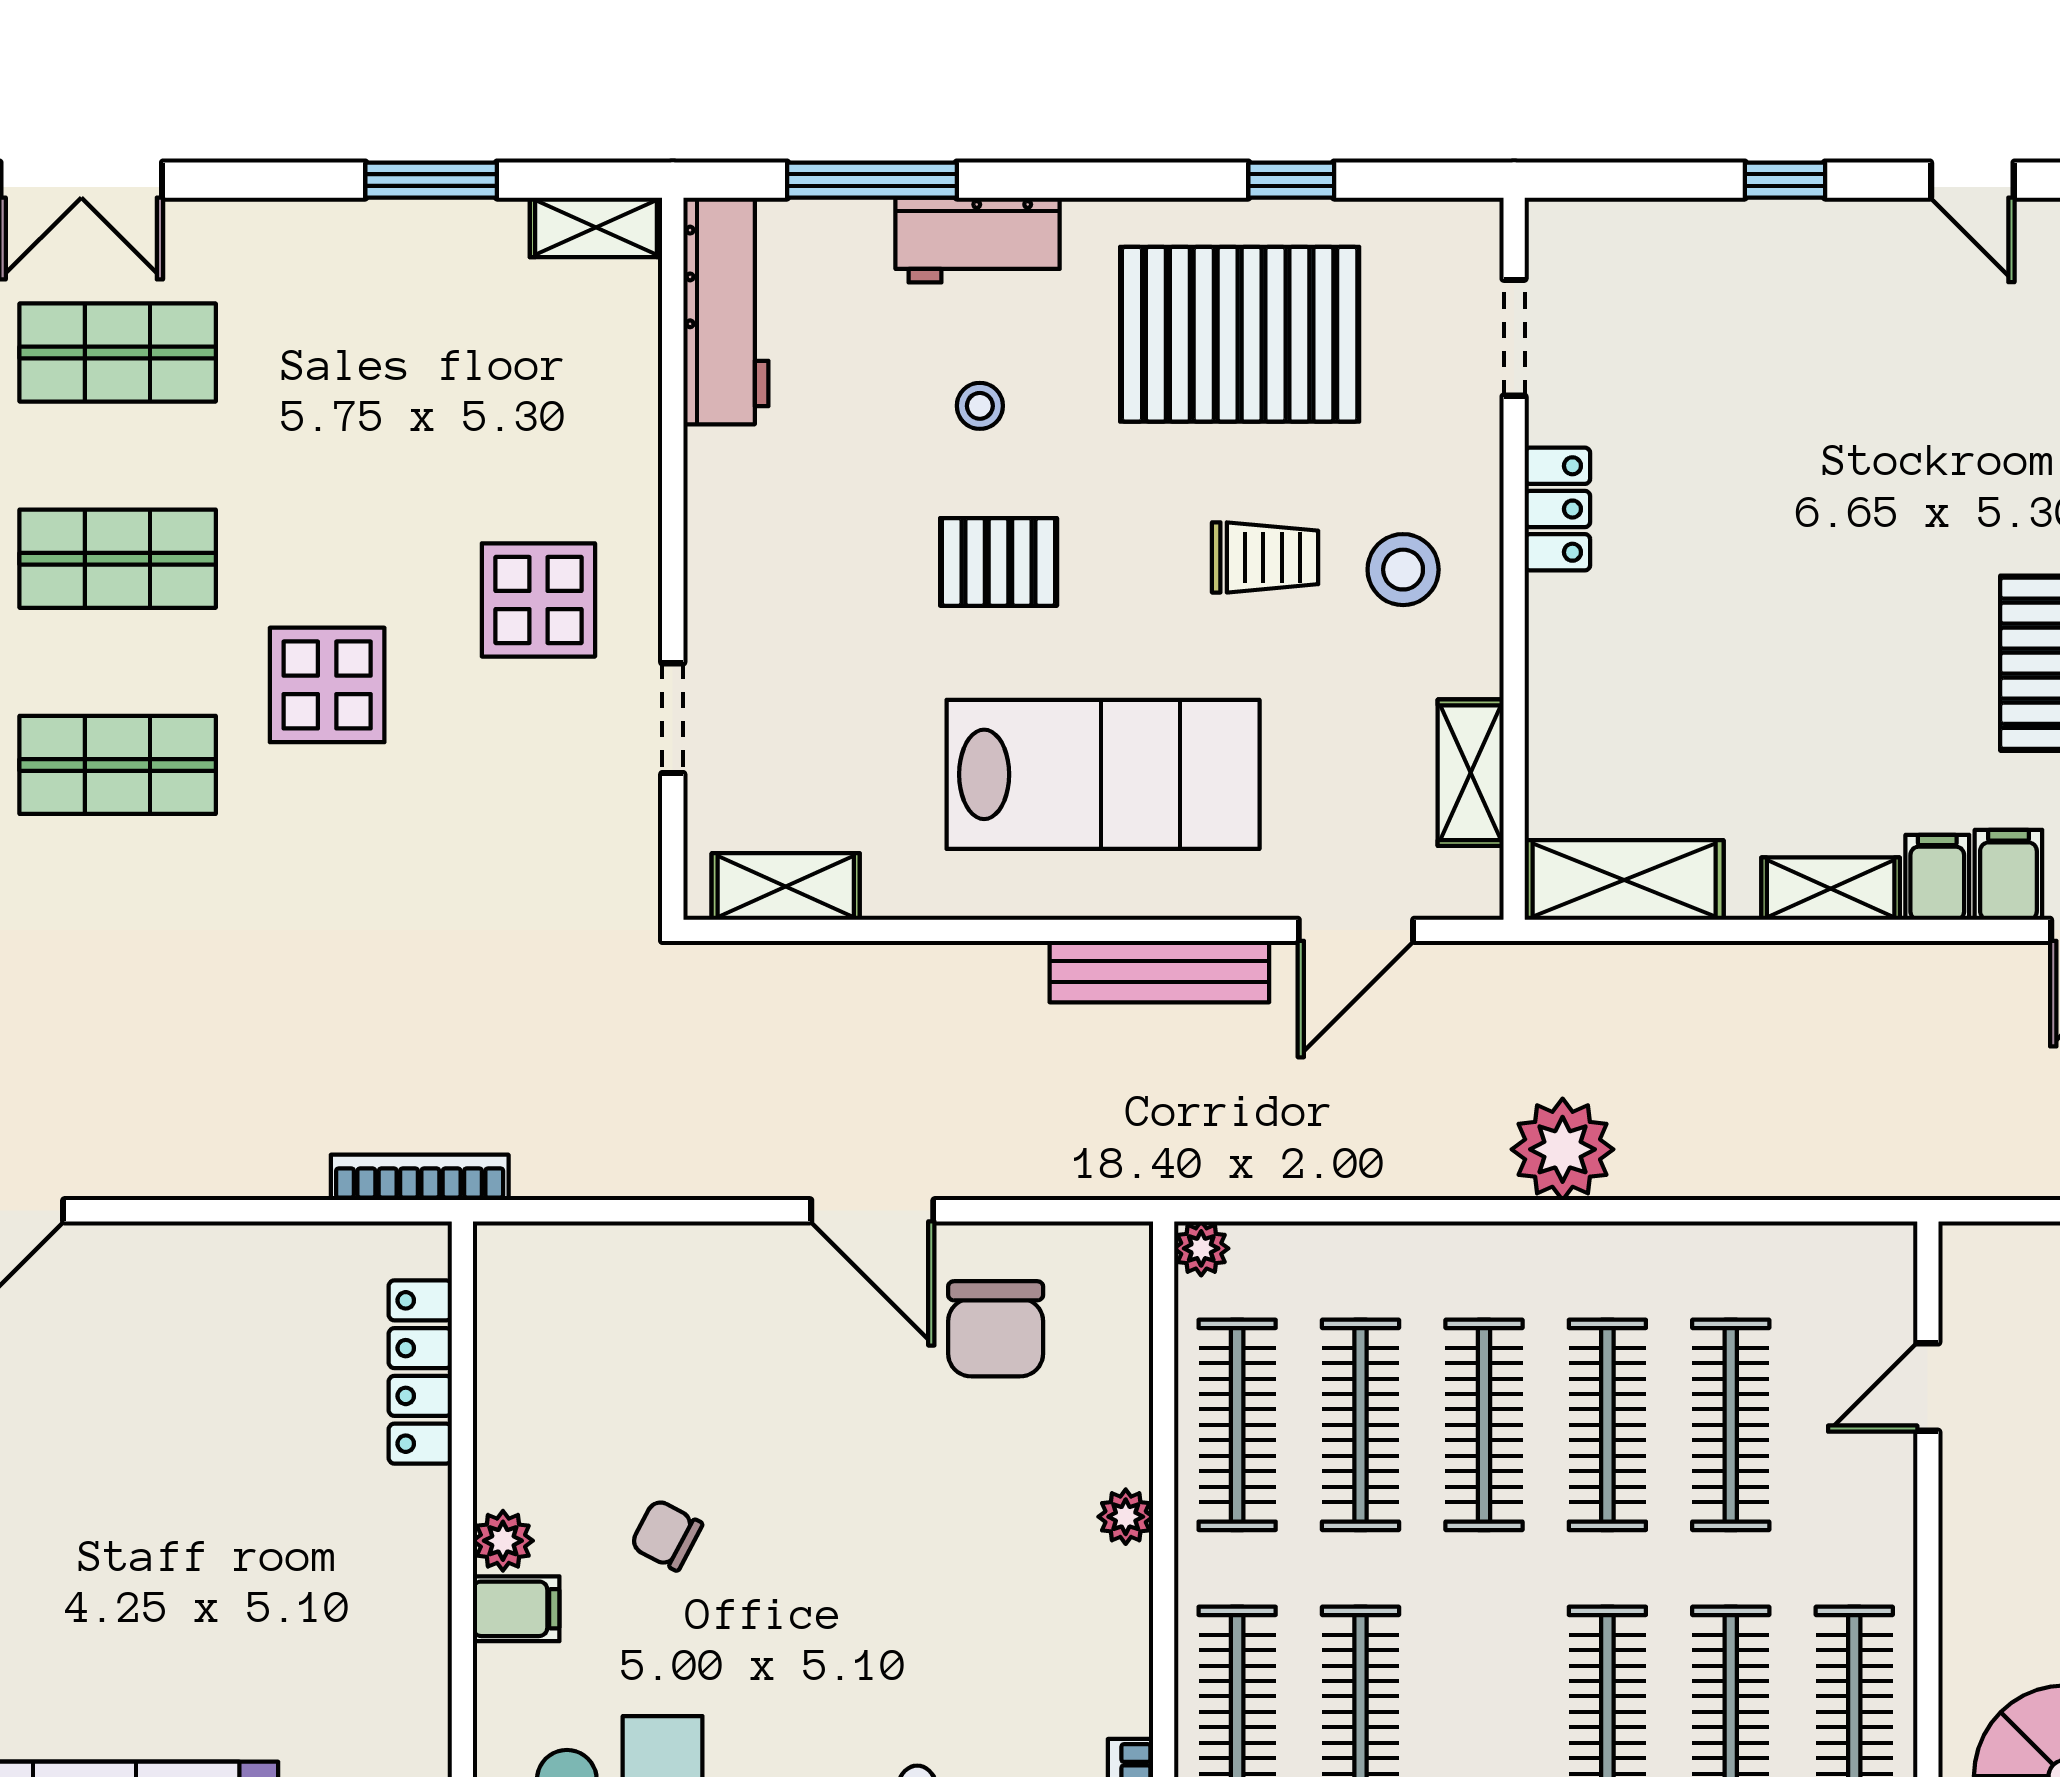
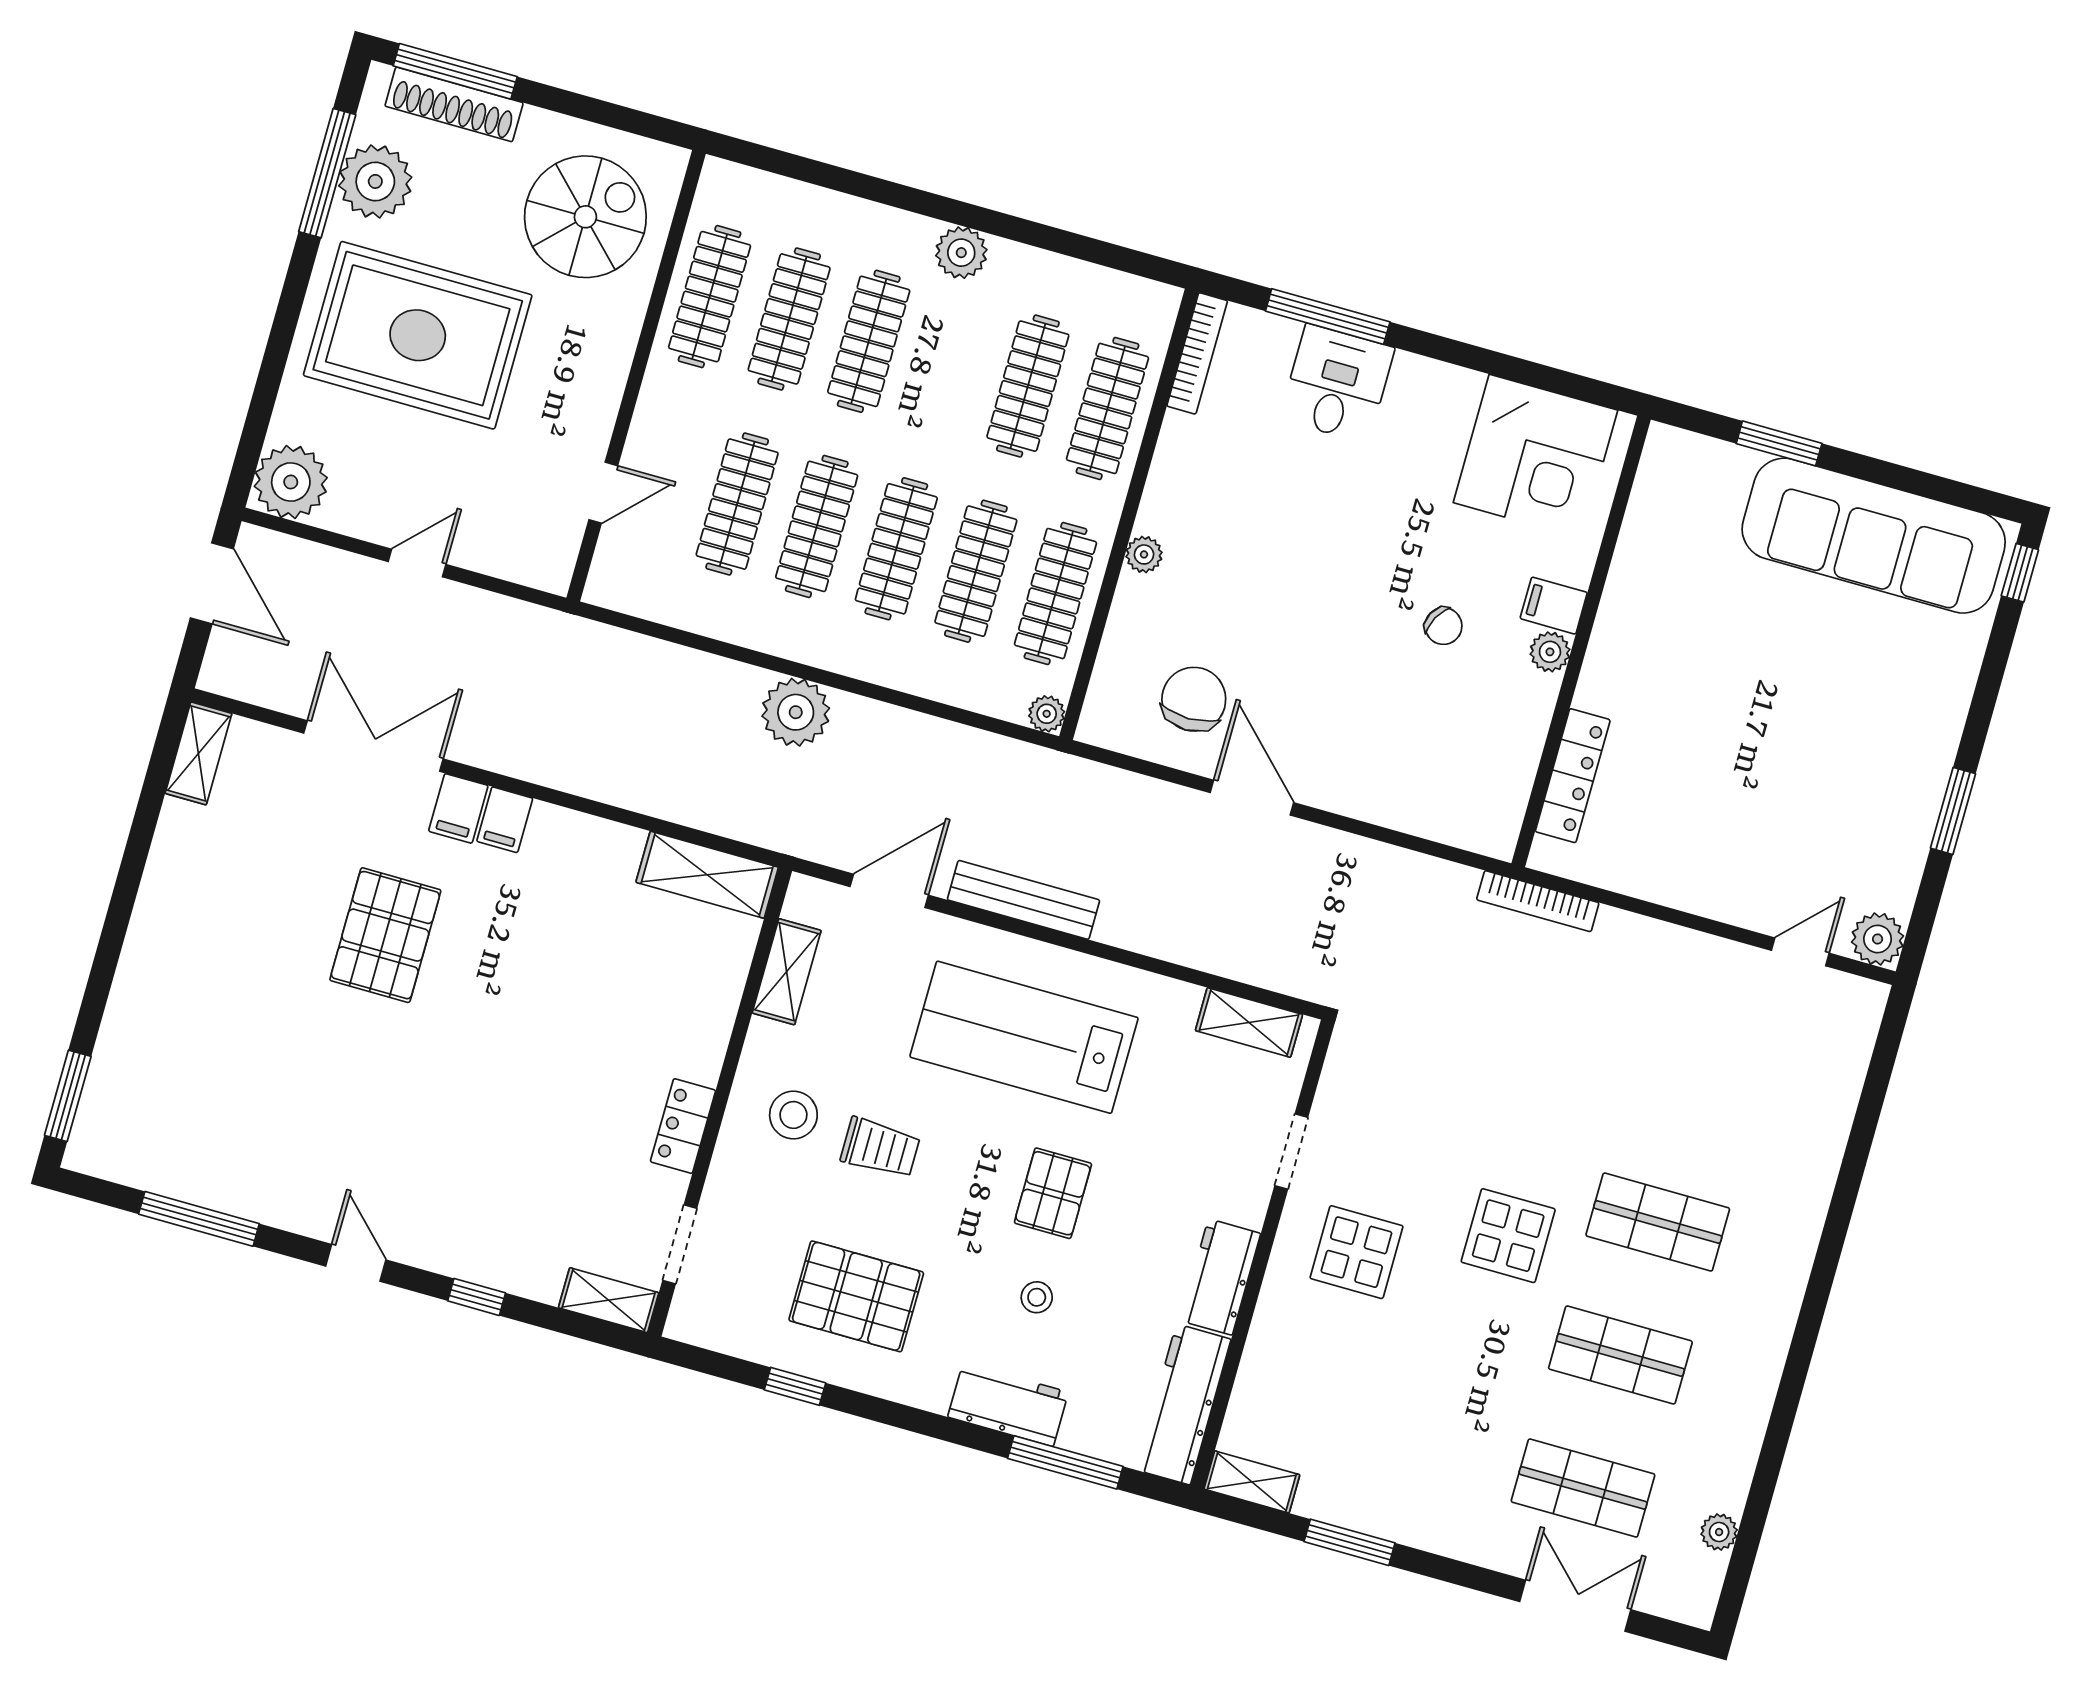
pallet: (1240, 334) -> (856, 1296), width x0.73, depth x0.71
workbench: (724, 509) -> (1220, 1277), added
trolley: (1265, 557) -> (880, 1148), turned 180
pallet: (999, 562) -> (1053, 1193), turned 90
shelving: (1831, 889) -> (609, 1300), moved

